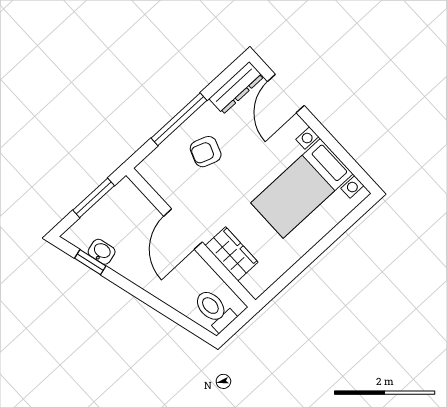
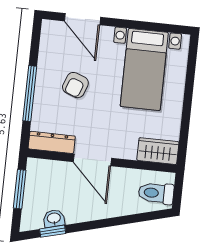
dresser: (236, 88) -> (52, 142), moved, turned -90
armchair: (206, 152) -> (75, 85), moved
wardrobe: (232, 254) -> (158, 151), moved

